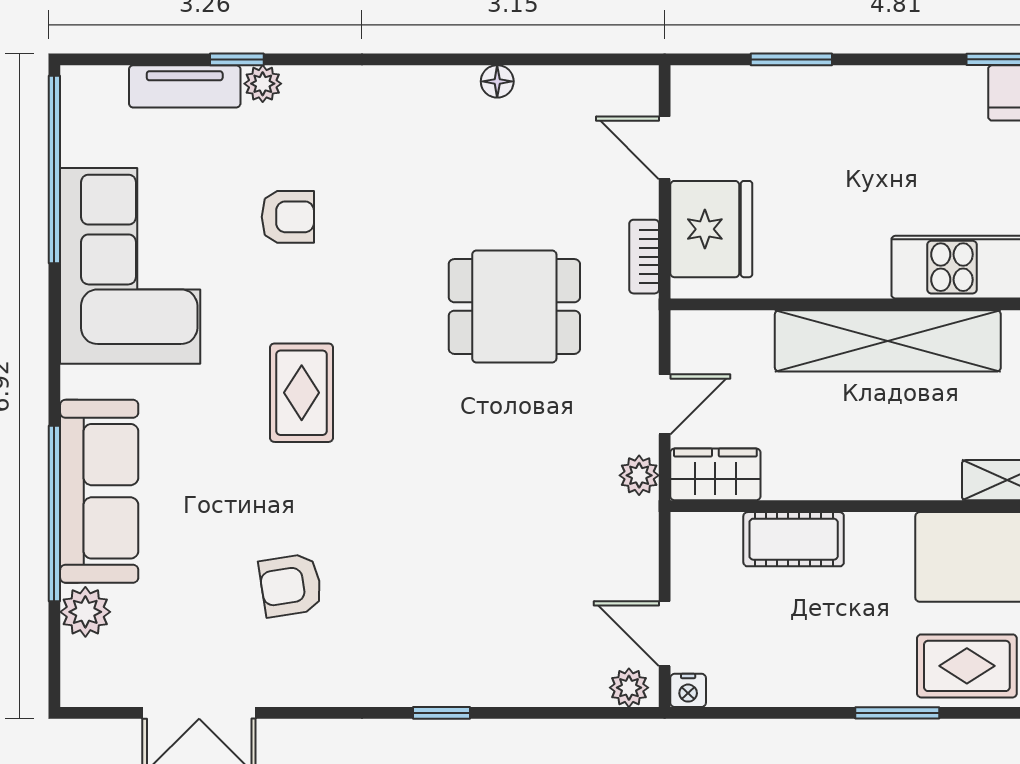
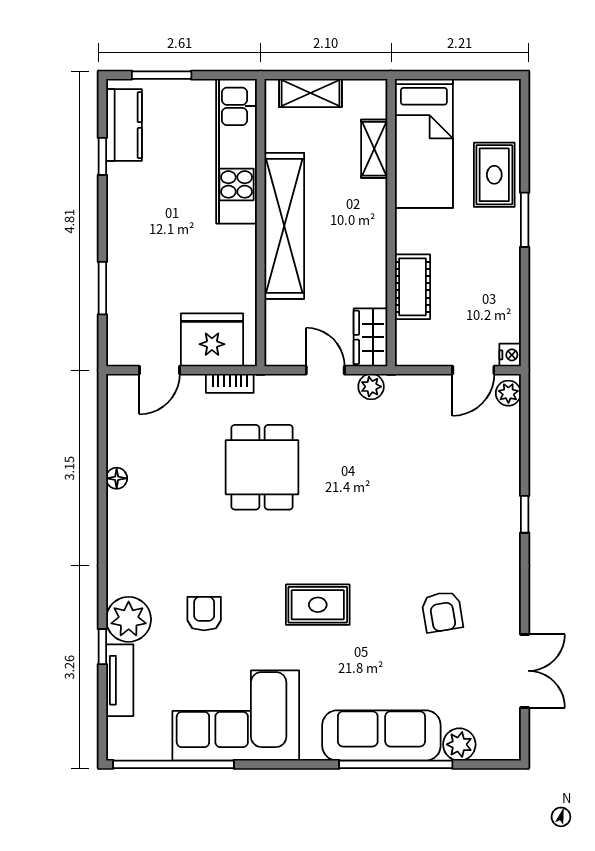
plant: (263, 84) -> (129, 619), width x1.87, depth x1.87

